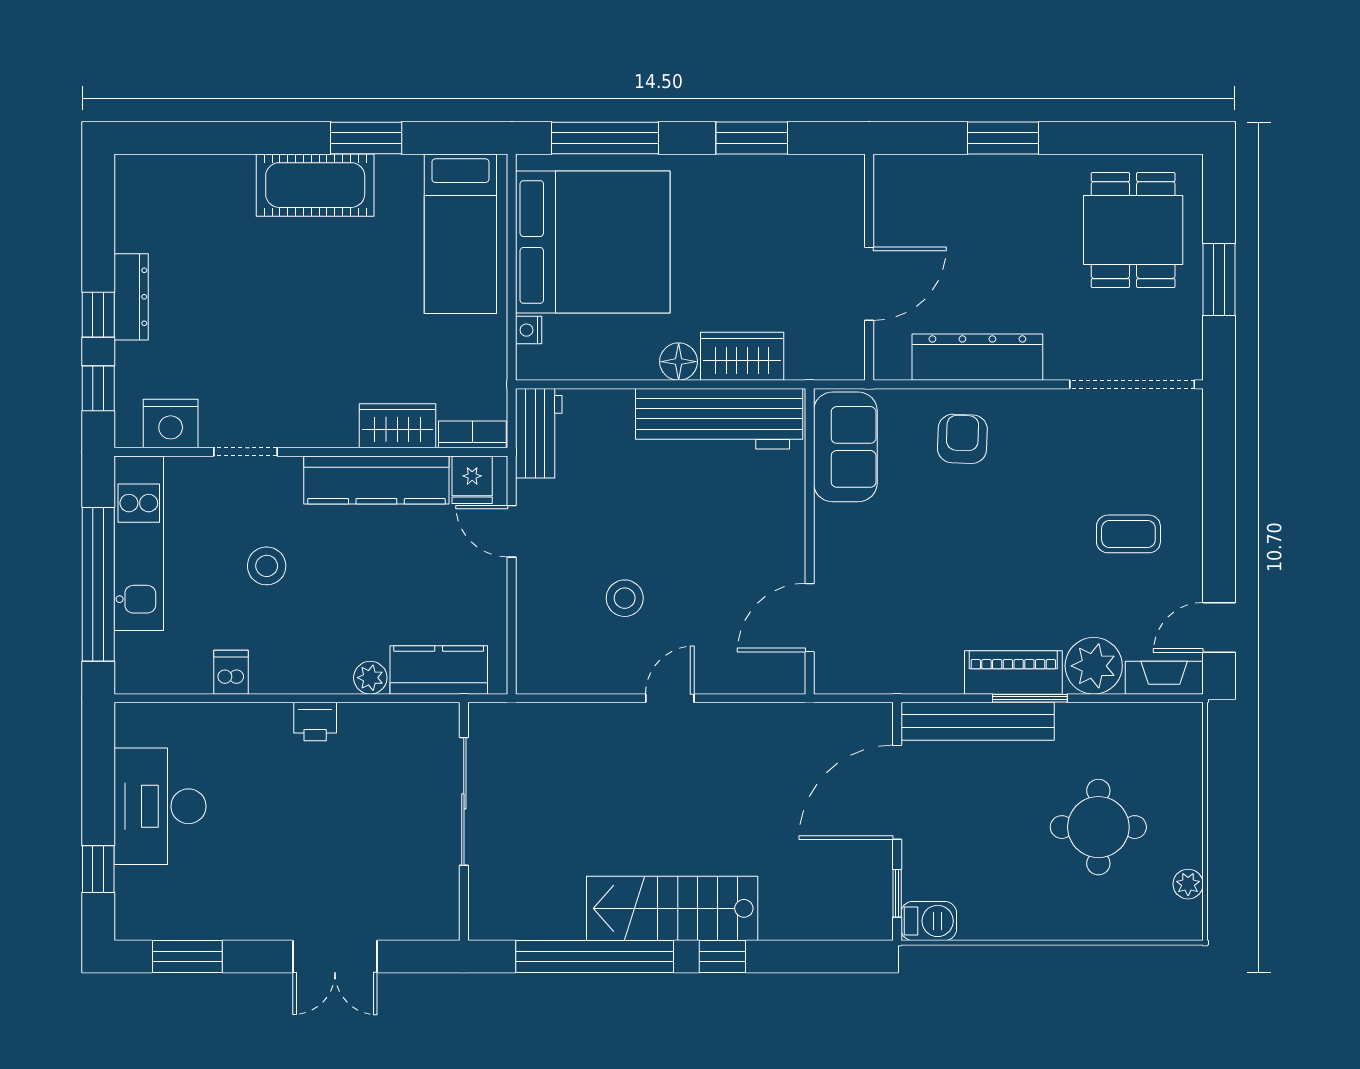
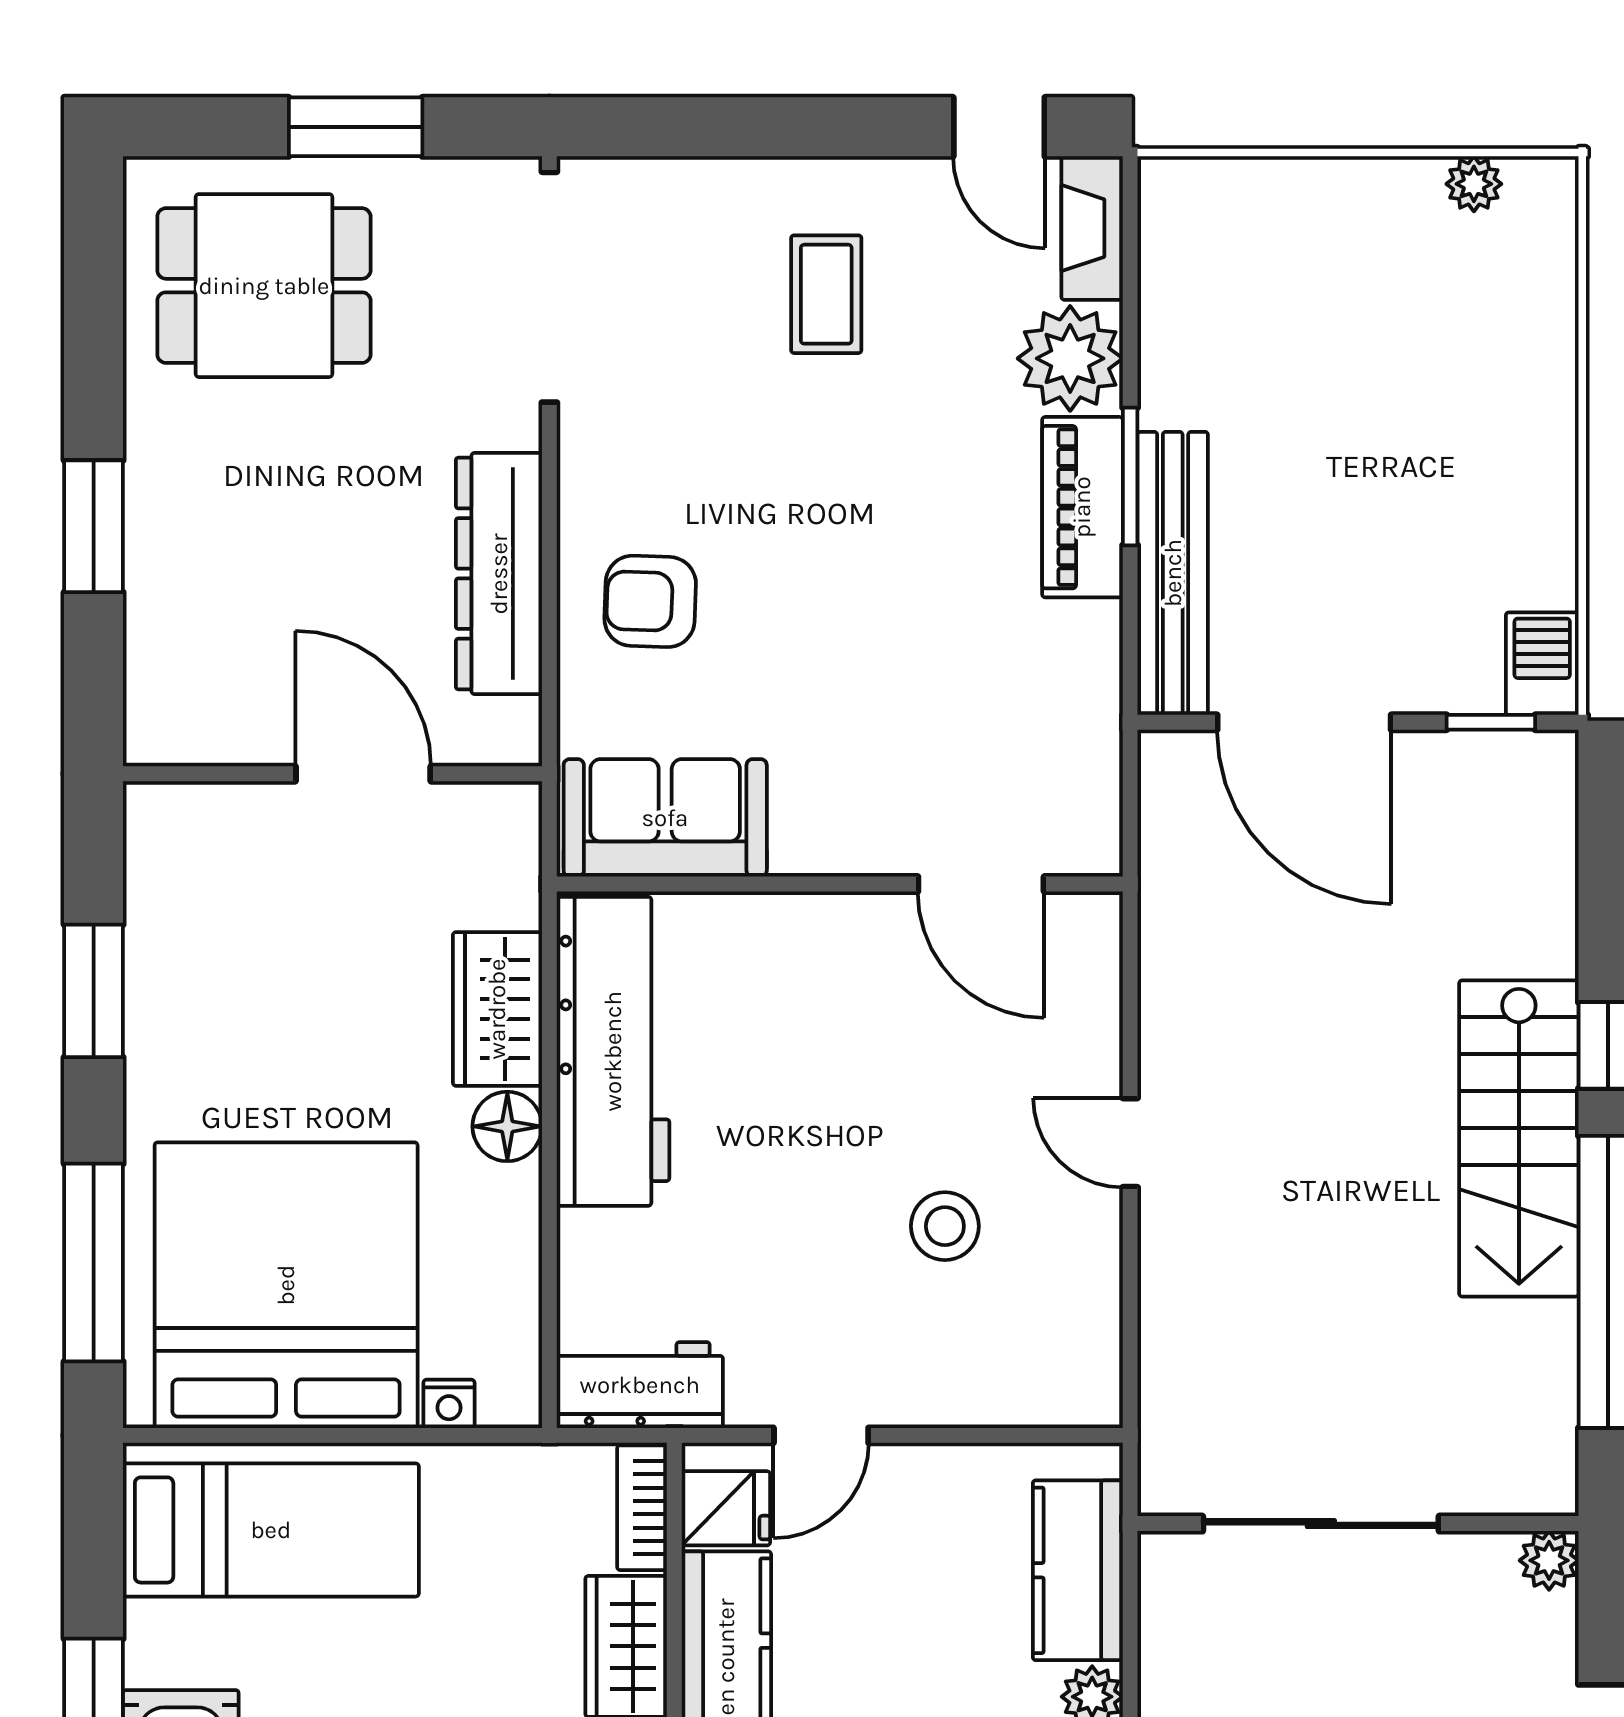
round table: (1098, 827) -> (1368, 350), removed
plant: (444, 925) -> (1549, 1560), added

